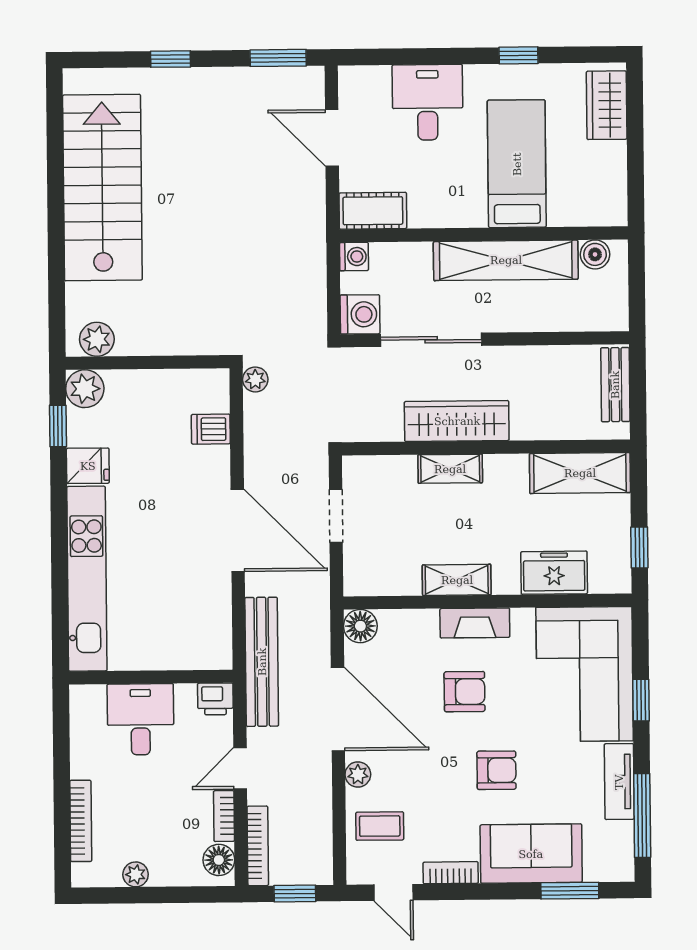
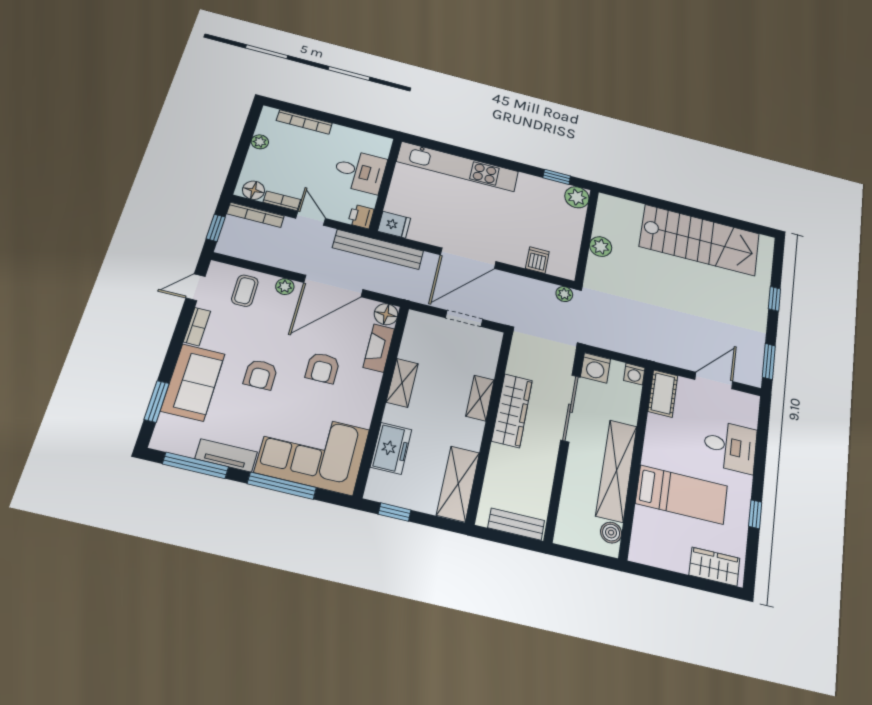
plant: (97, 339) -> (601, 247), moved
fridge: (88, 466) -> (394, 225), moved, turned -90
fireplace: (475, 623) -> (379, 348), moved
window: (641, 700) -> (282, 486), width x2.17

